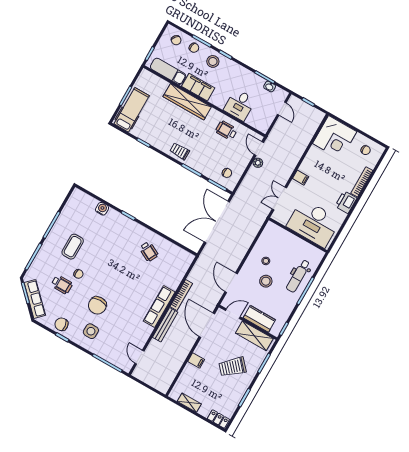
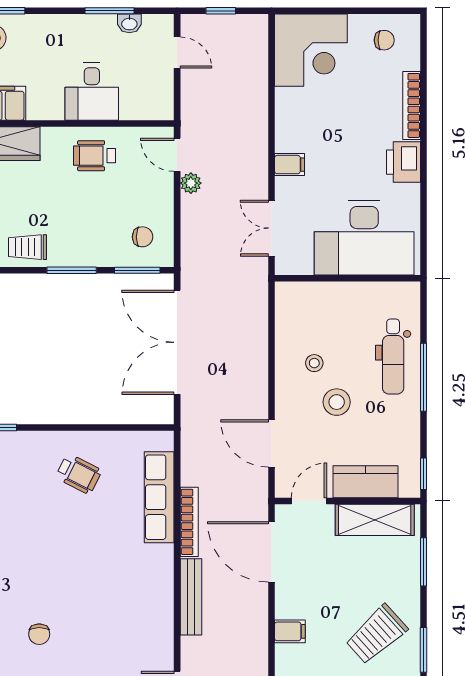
chair: (97, 305) -> (39, 634), width x0.54, depth x0.54
row of seats: (159, 307) -> (159, 497), moved
trolley: (232, 367) -> (376, 634), moved

